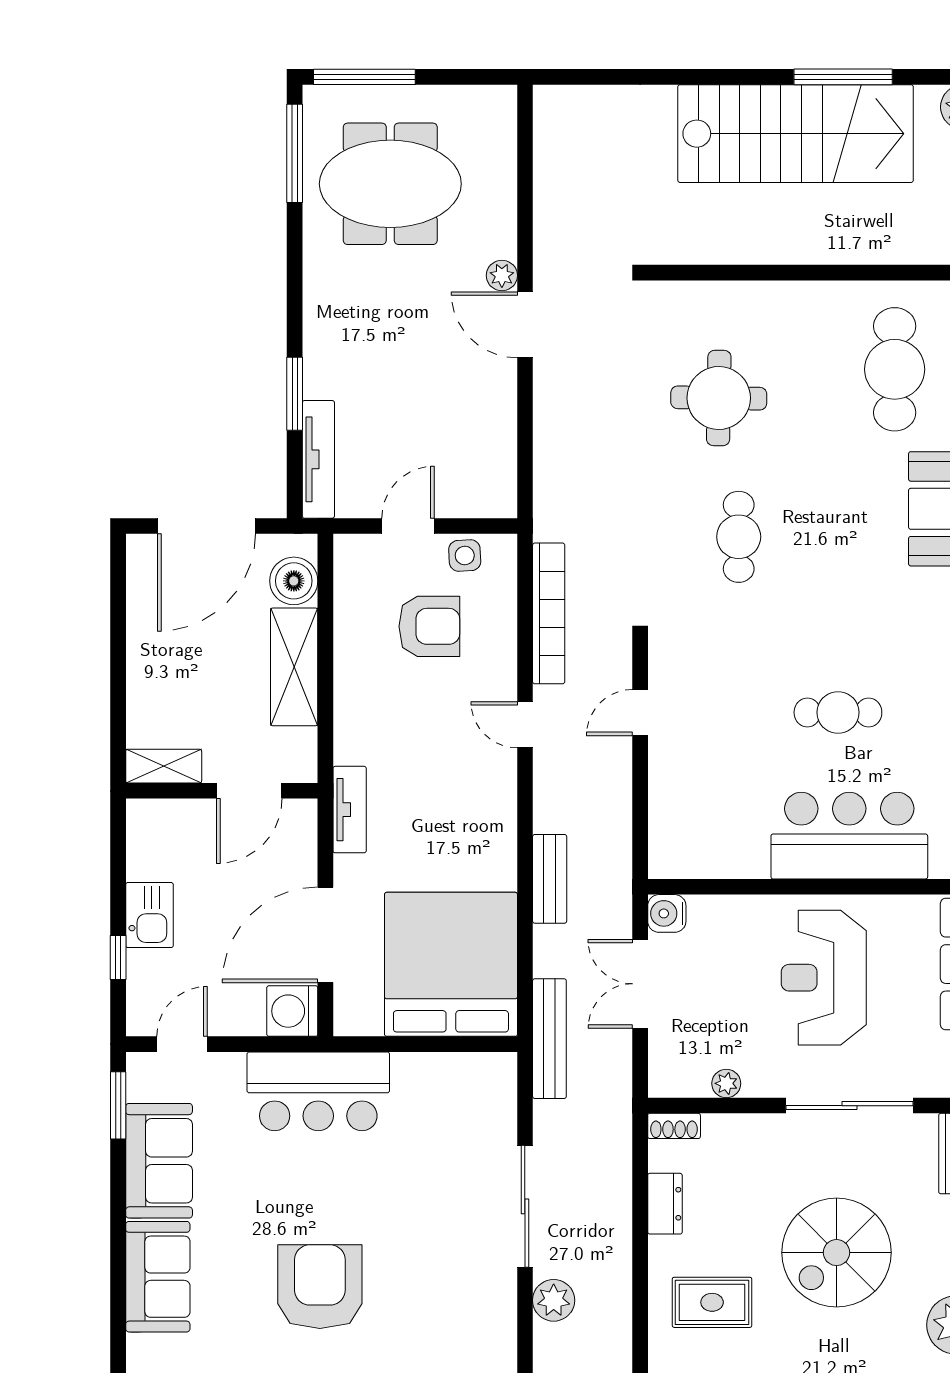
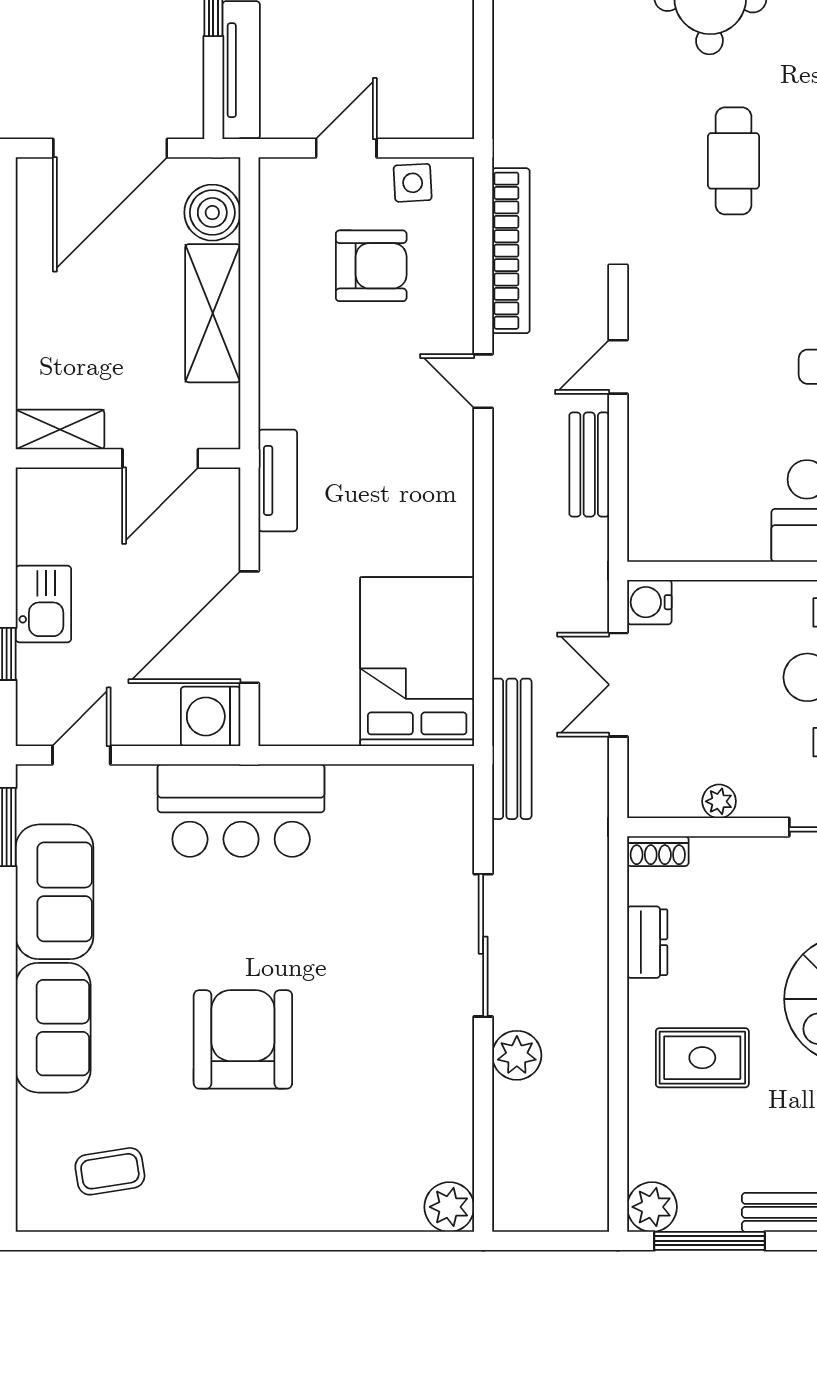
bench: (550, 879) -> (589, 465), moved
bed: (451, 964) -> (417, 662), width x0.73

